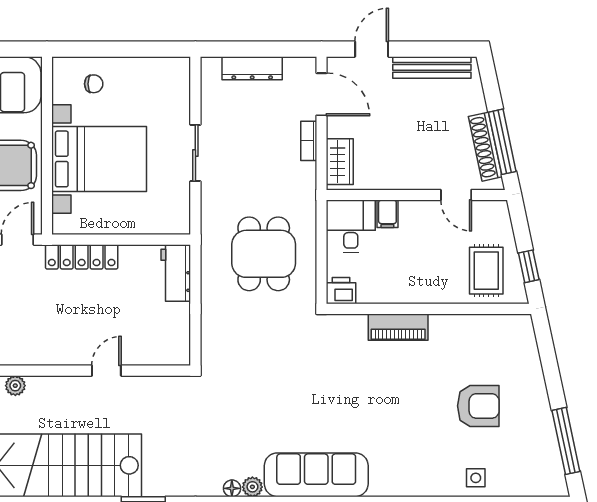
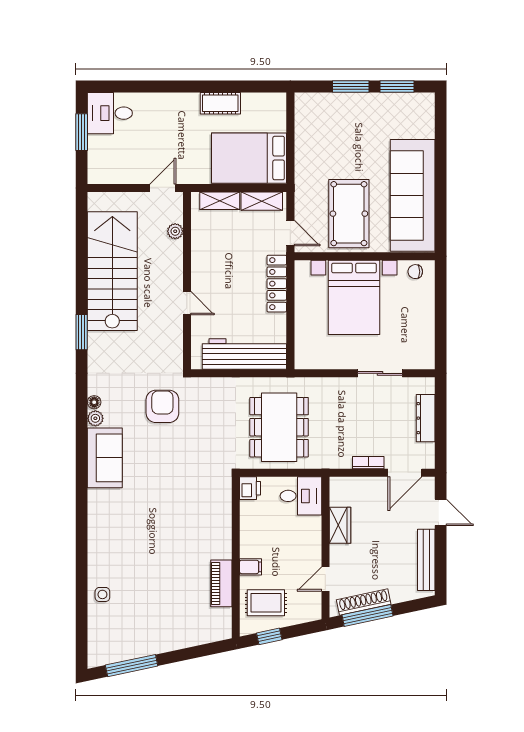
chair: (94, 84) -> (415, 272), moved, turned 90
sliding door: (195, 153) -> (380, 373), moved
wardrobe: (340, 162) -> (340, 525), moved, turned -90
filing cabinet: (387, 214) -> (251, 567), moved, turned 180
dining table: (264, 254) -> (279, 427), width x1.38
workbench: (176, 273) -> (244, 354), width x1.88, depth x1.32
piano: (398, 327) -> (221, 583), moved
armchair: (478, 406) -> (162, 406), moved, turned 180
sofa: (316, 475) -> (105, 458), width x0.73

